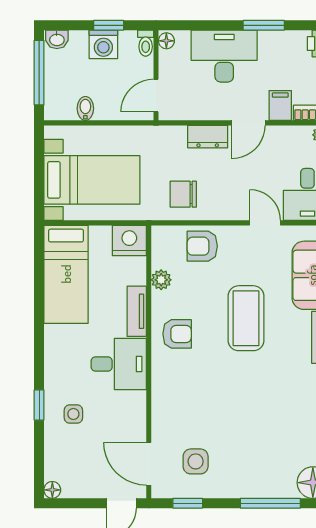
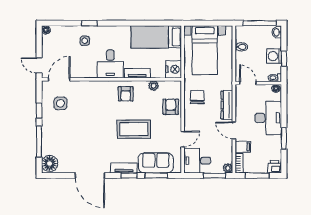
dresser: (208, 137) -> (227, 105), width x1.44
window: (188, 503) -> (39, 111), moved

